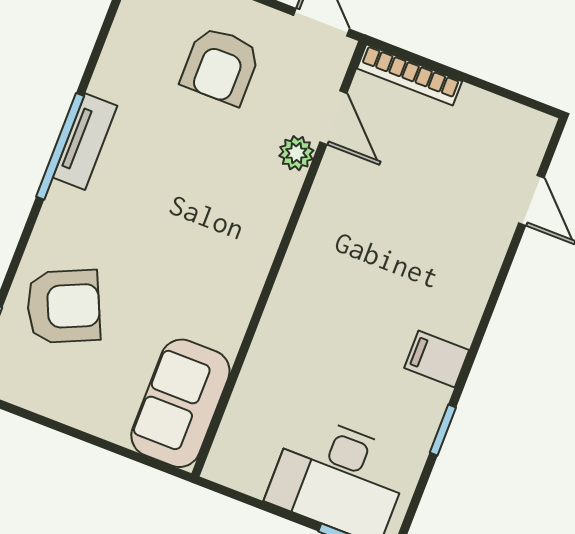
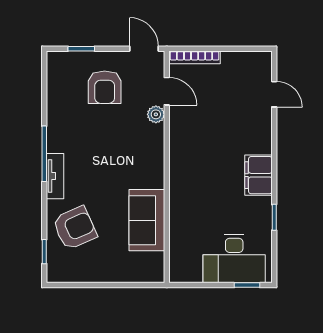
tv unit: (85, 142) -> (55, 176), moved
filing cabinet: (437, 359) -> (258, 175), width x2.00
sofa: (180, 403) -> (147, 220), moved

